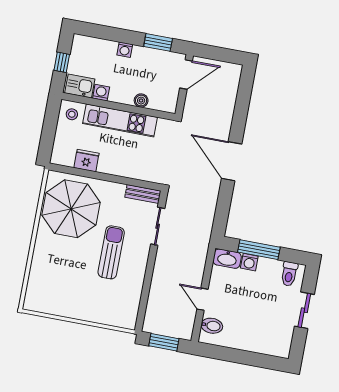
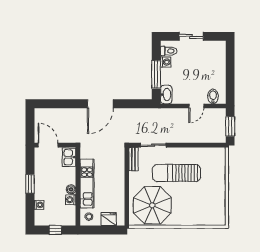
window: (158, 42) -> (30, 184), moved
washing machine: (125, 50) -> (39, 205), moved
kitchen sink: (80, 86) -> (69, 157), moved
boiler: (141, 101) -> (71, 189), moved
fridge: (86, 161) -> (109, 219), moved, turned 90
sun lounger: (111, 252) -> (176, 173), width x1.36, depth x1.34
washing machine: (249, 262) -> (166, 62), moved

